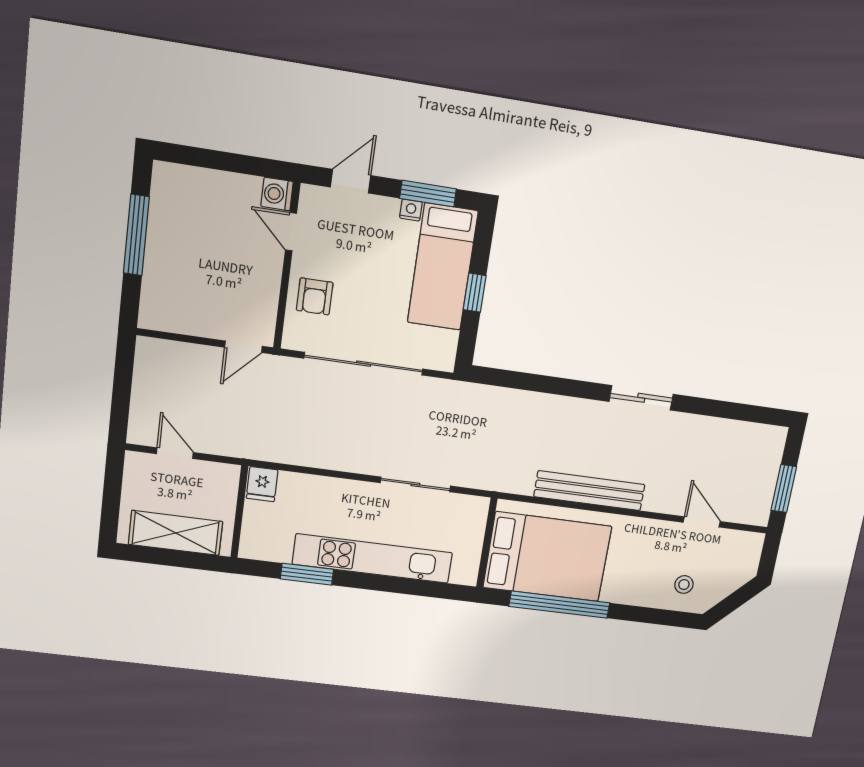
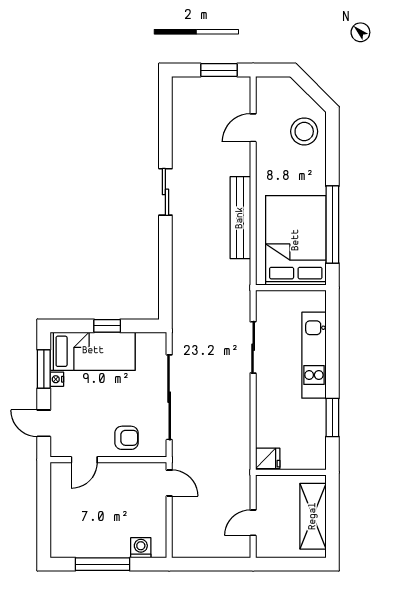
washing machine: (277, 194) -> (141, 548), moved, turned 180
kitchen unit: (373, 558) -> (314, 355), width x0.73
stool: (684, 585) -> (304, 131), width x1.89, depth x1.89

